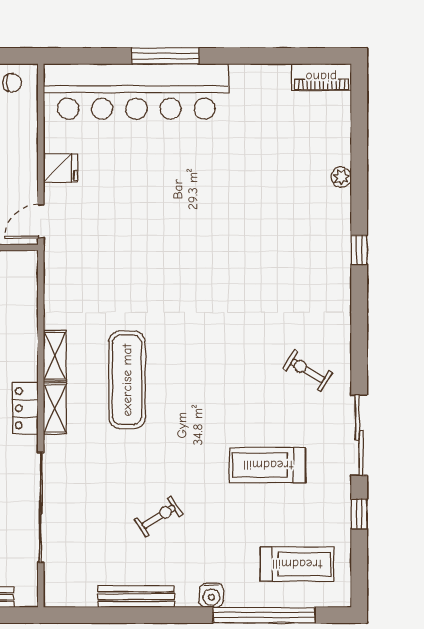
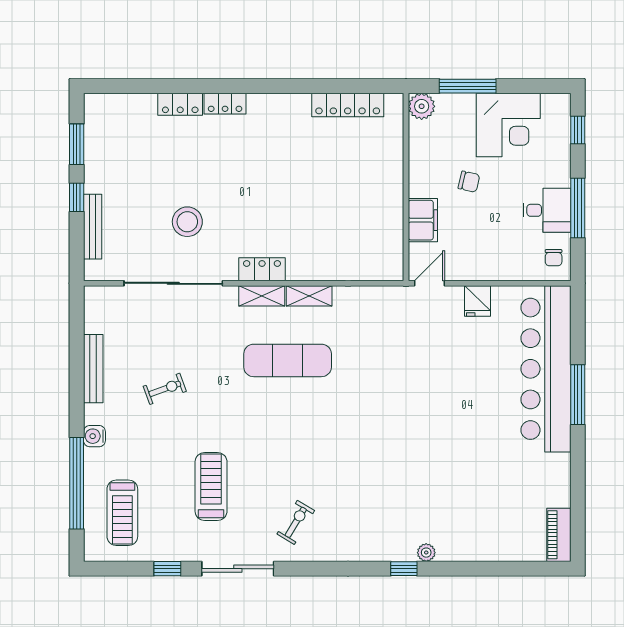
plant: (341, 177) -> (426, 553), moved
door: (41, 221) -> (430, 283), hinge flipped
exercise bike: (159, 517) -> (165, 389), turned -78

